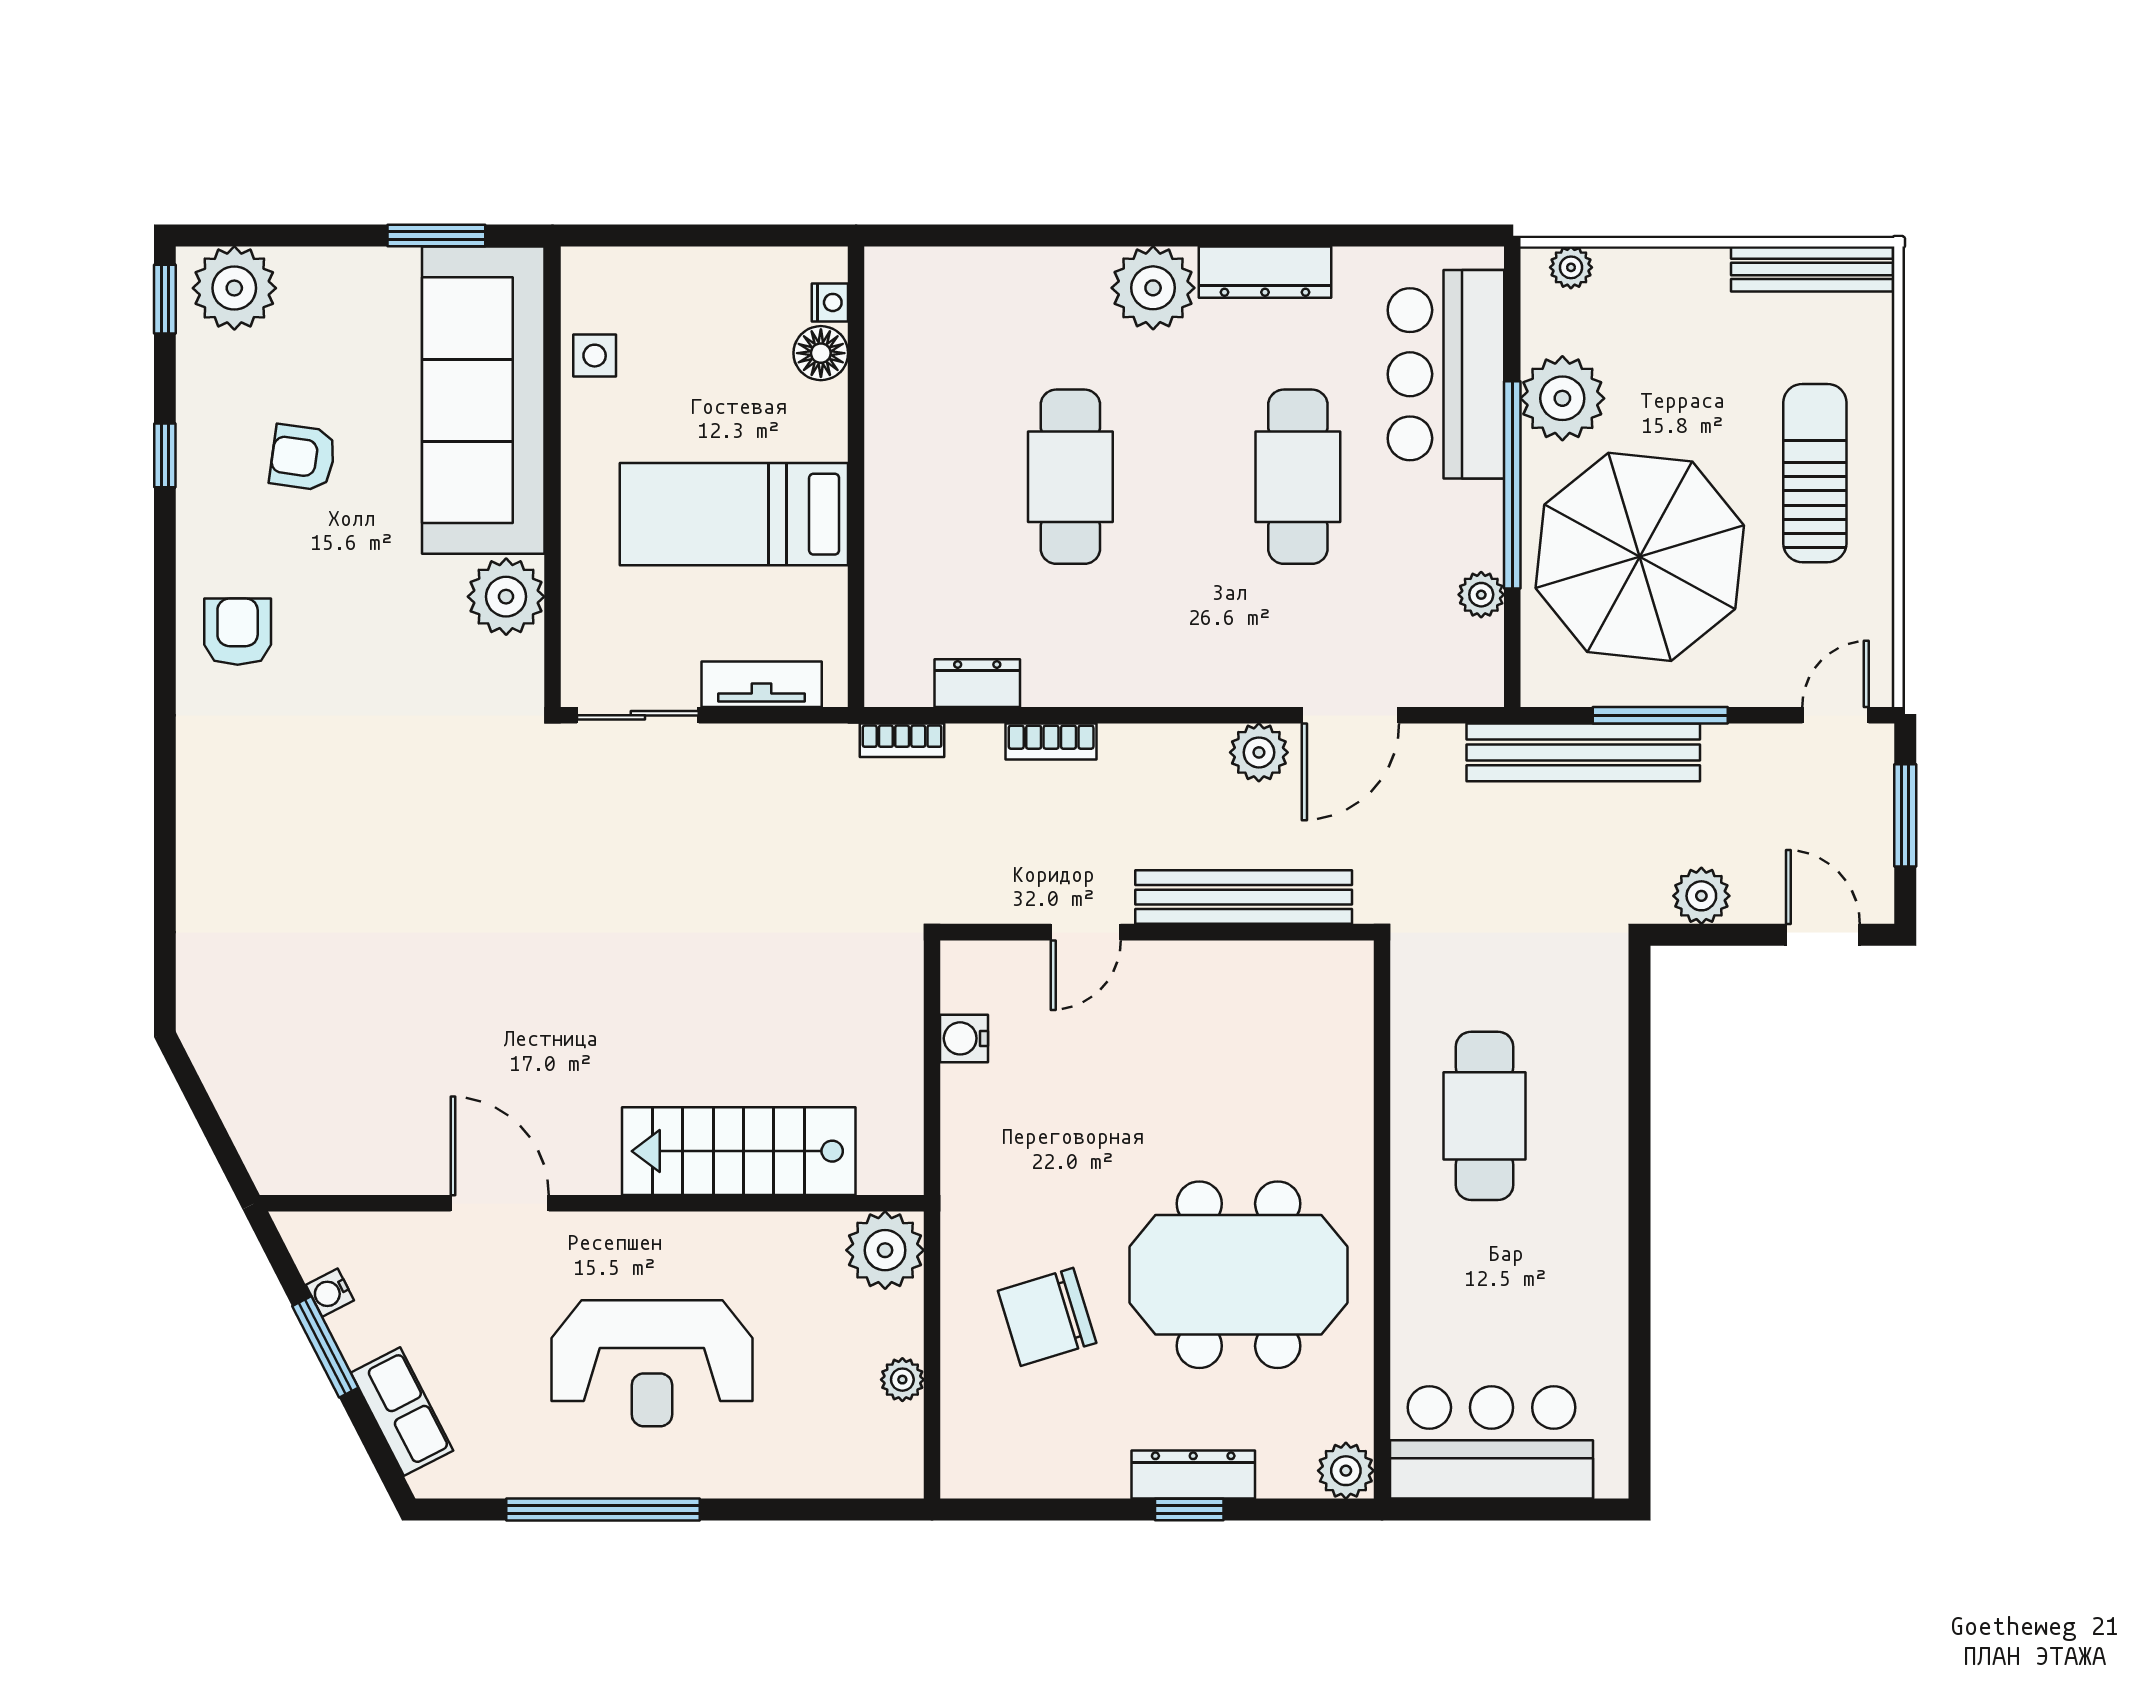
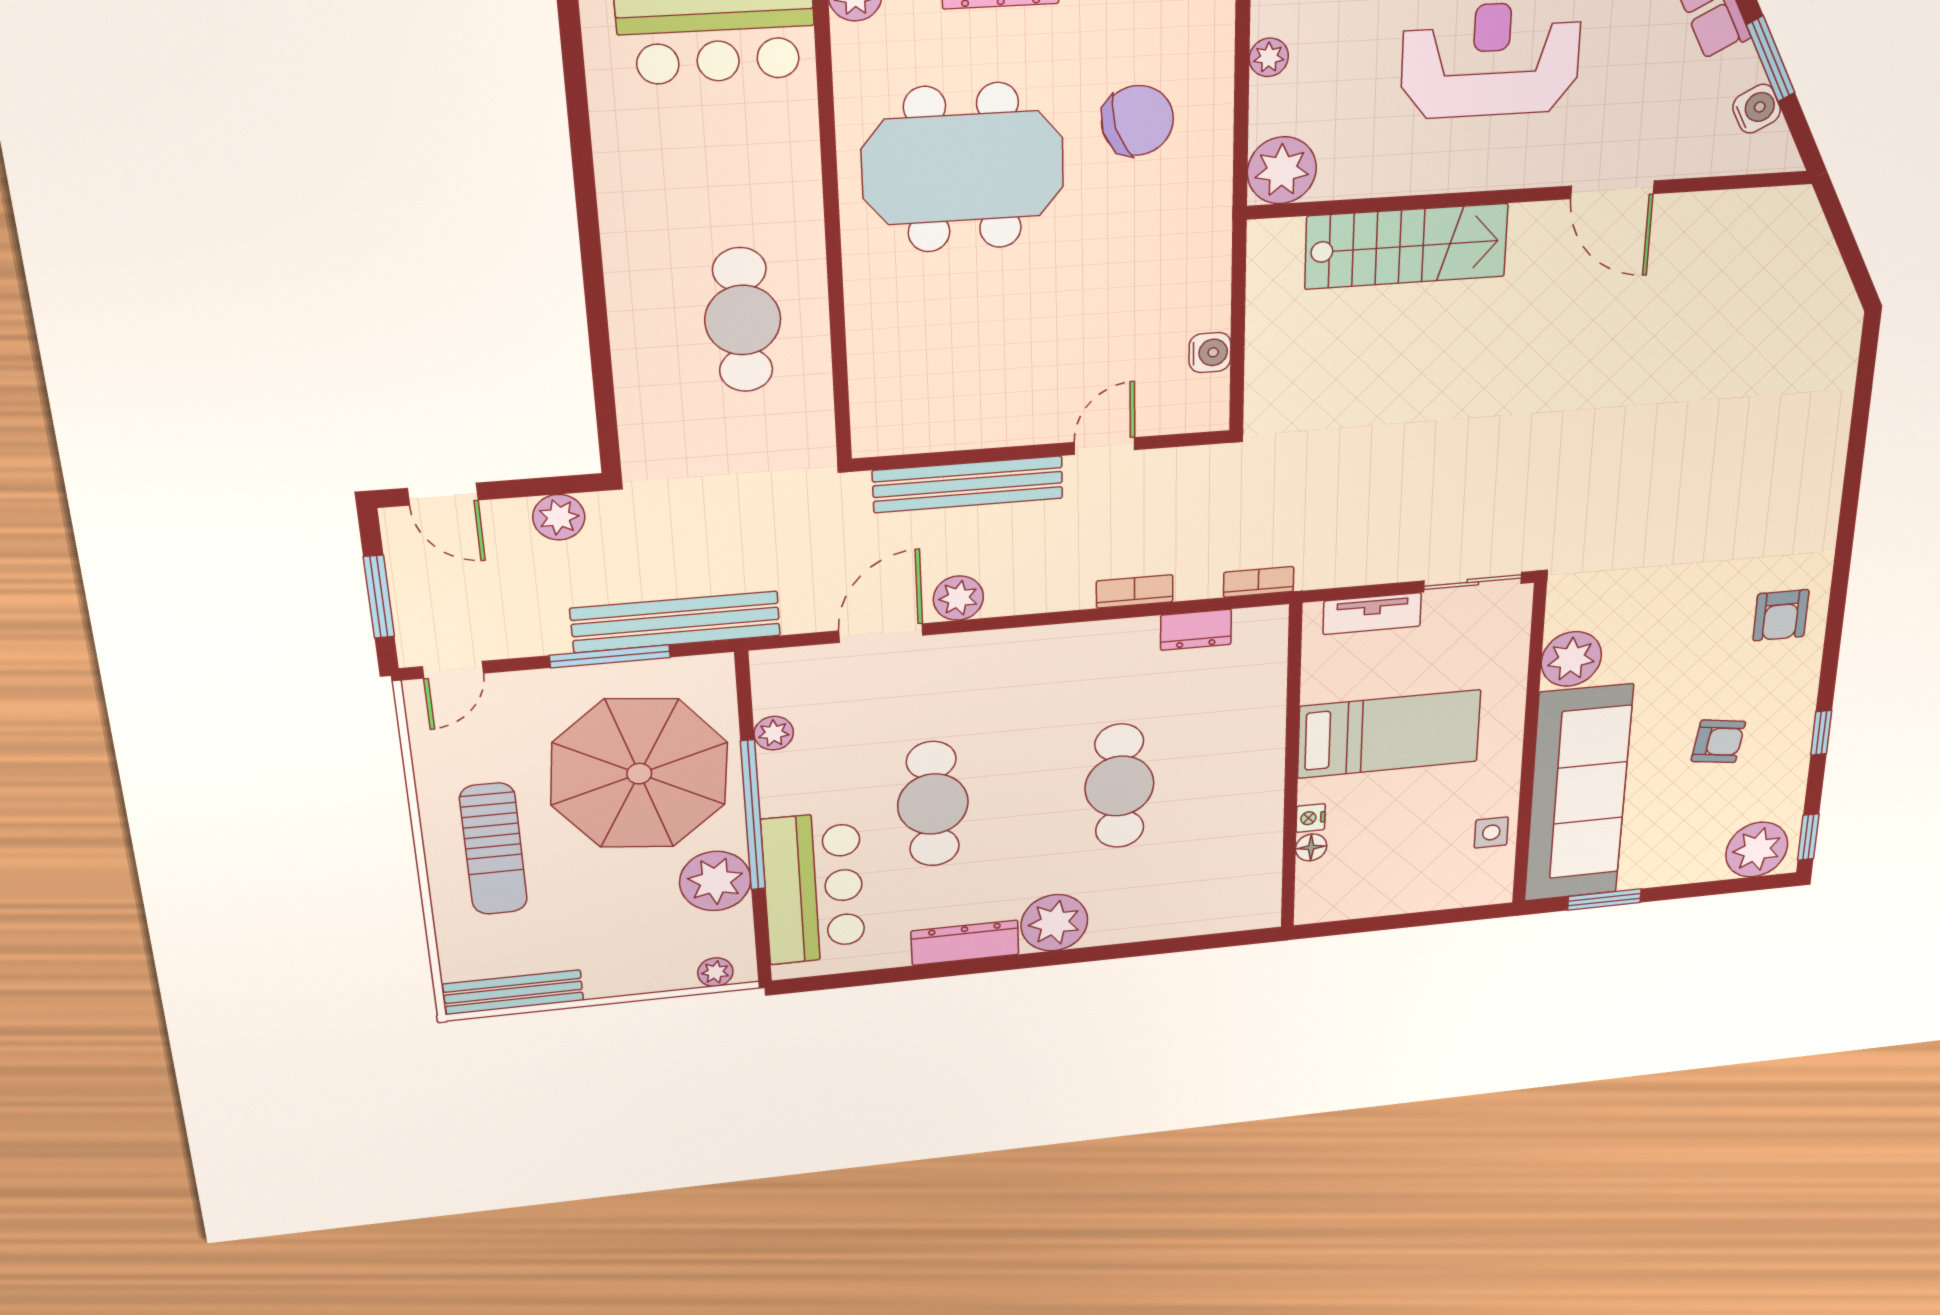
nightstand: (830, 302) -> (1311, 818), moved
floor lamp: (821, 353) -> (1311, 847), width x0.73, depth x0.73
water cooler: (330, 1293) -> (1757, 109), width x1.38, depth x1.38

